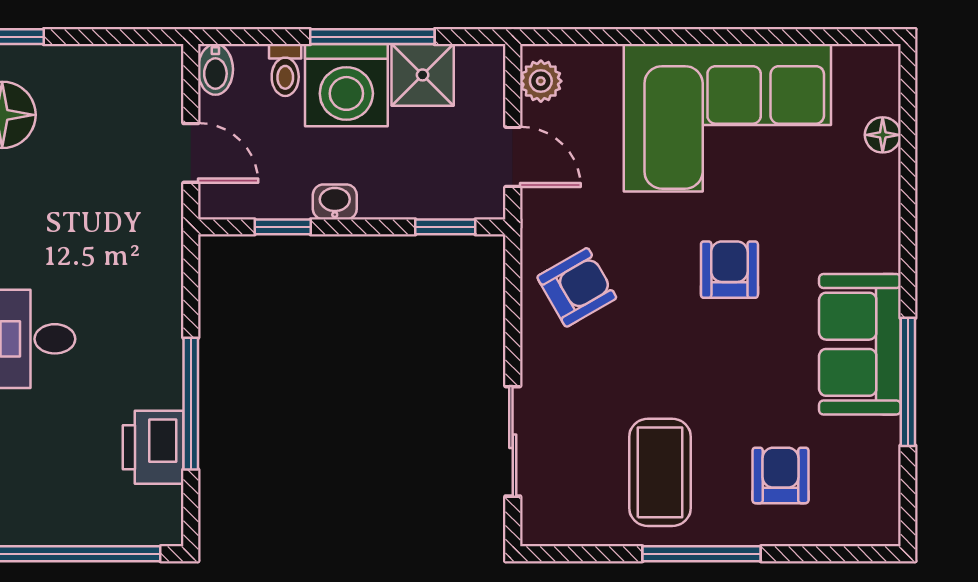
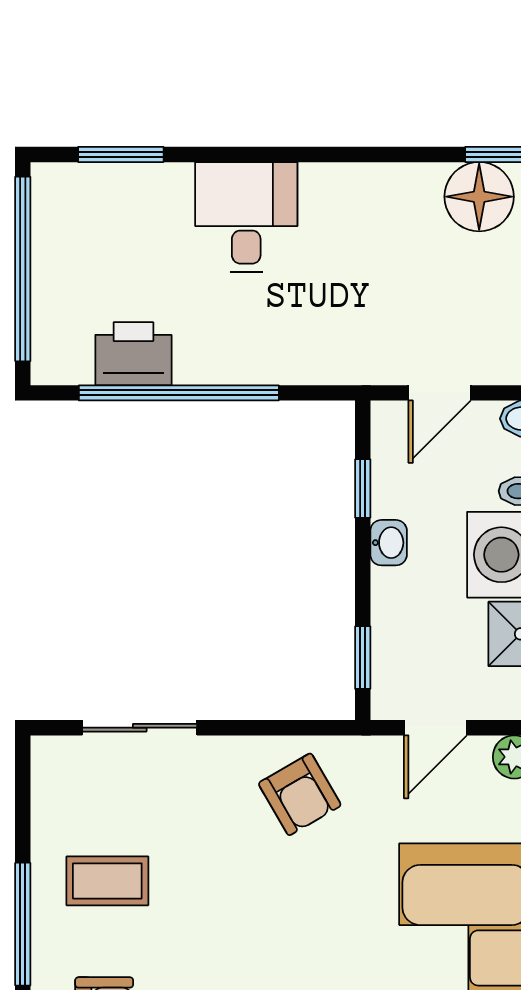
armchair: (729, 270) -> (318, 953), removed
window: (191, 404) -> (179, 393), width x1.46
coffee table: (660, 472) -> (107, 881), width x0.73, depth x0.77

